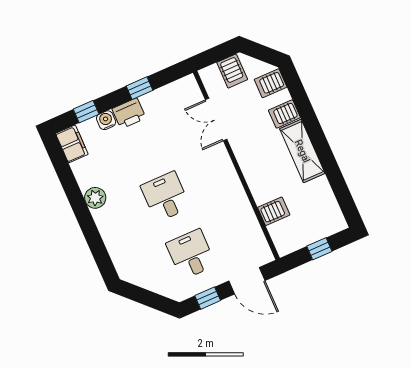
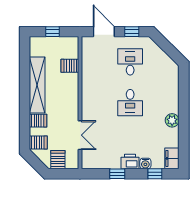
shelving: (302, 151) -> (37, 85), width x1.47
desk: (191, 254) -> (130, 62), turned 180

